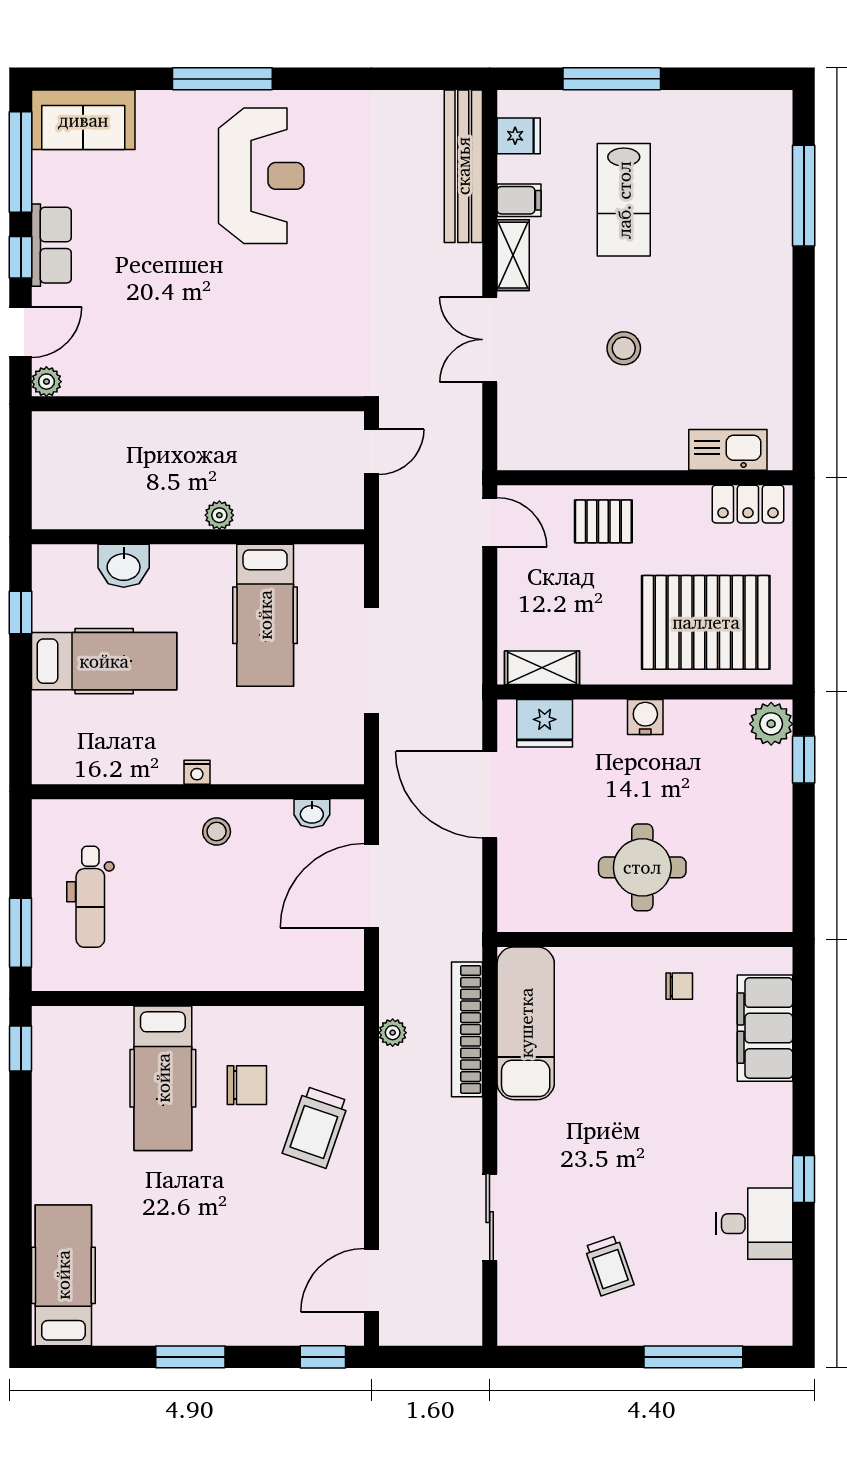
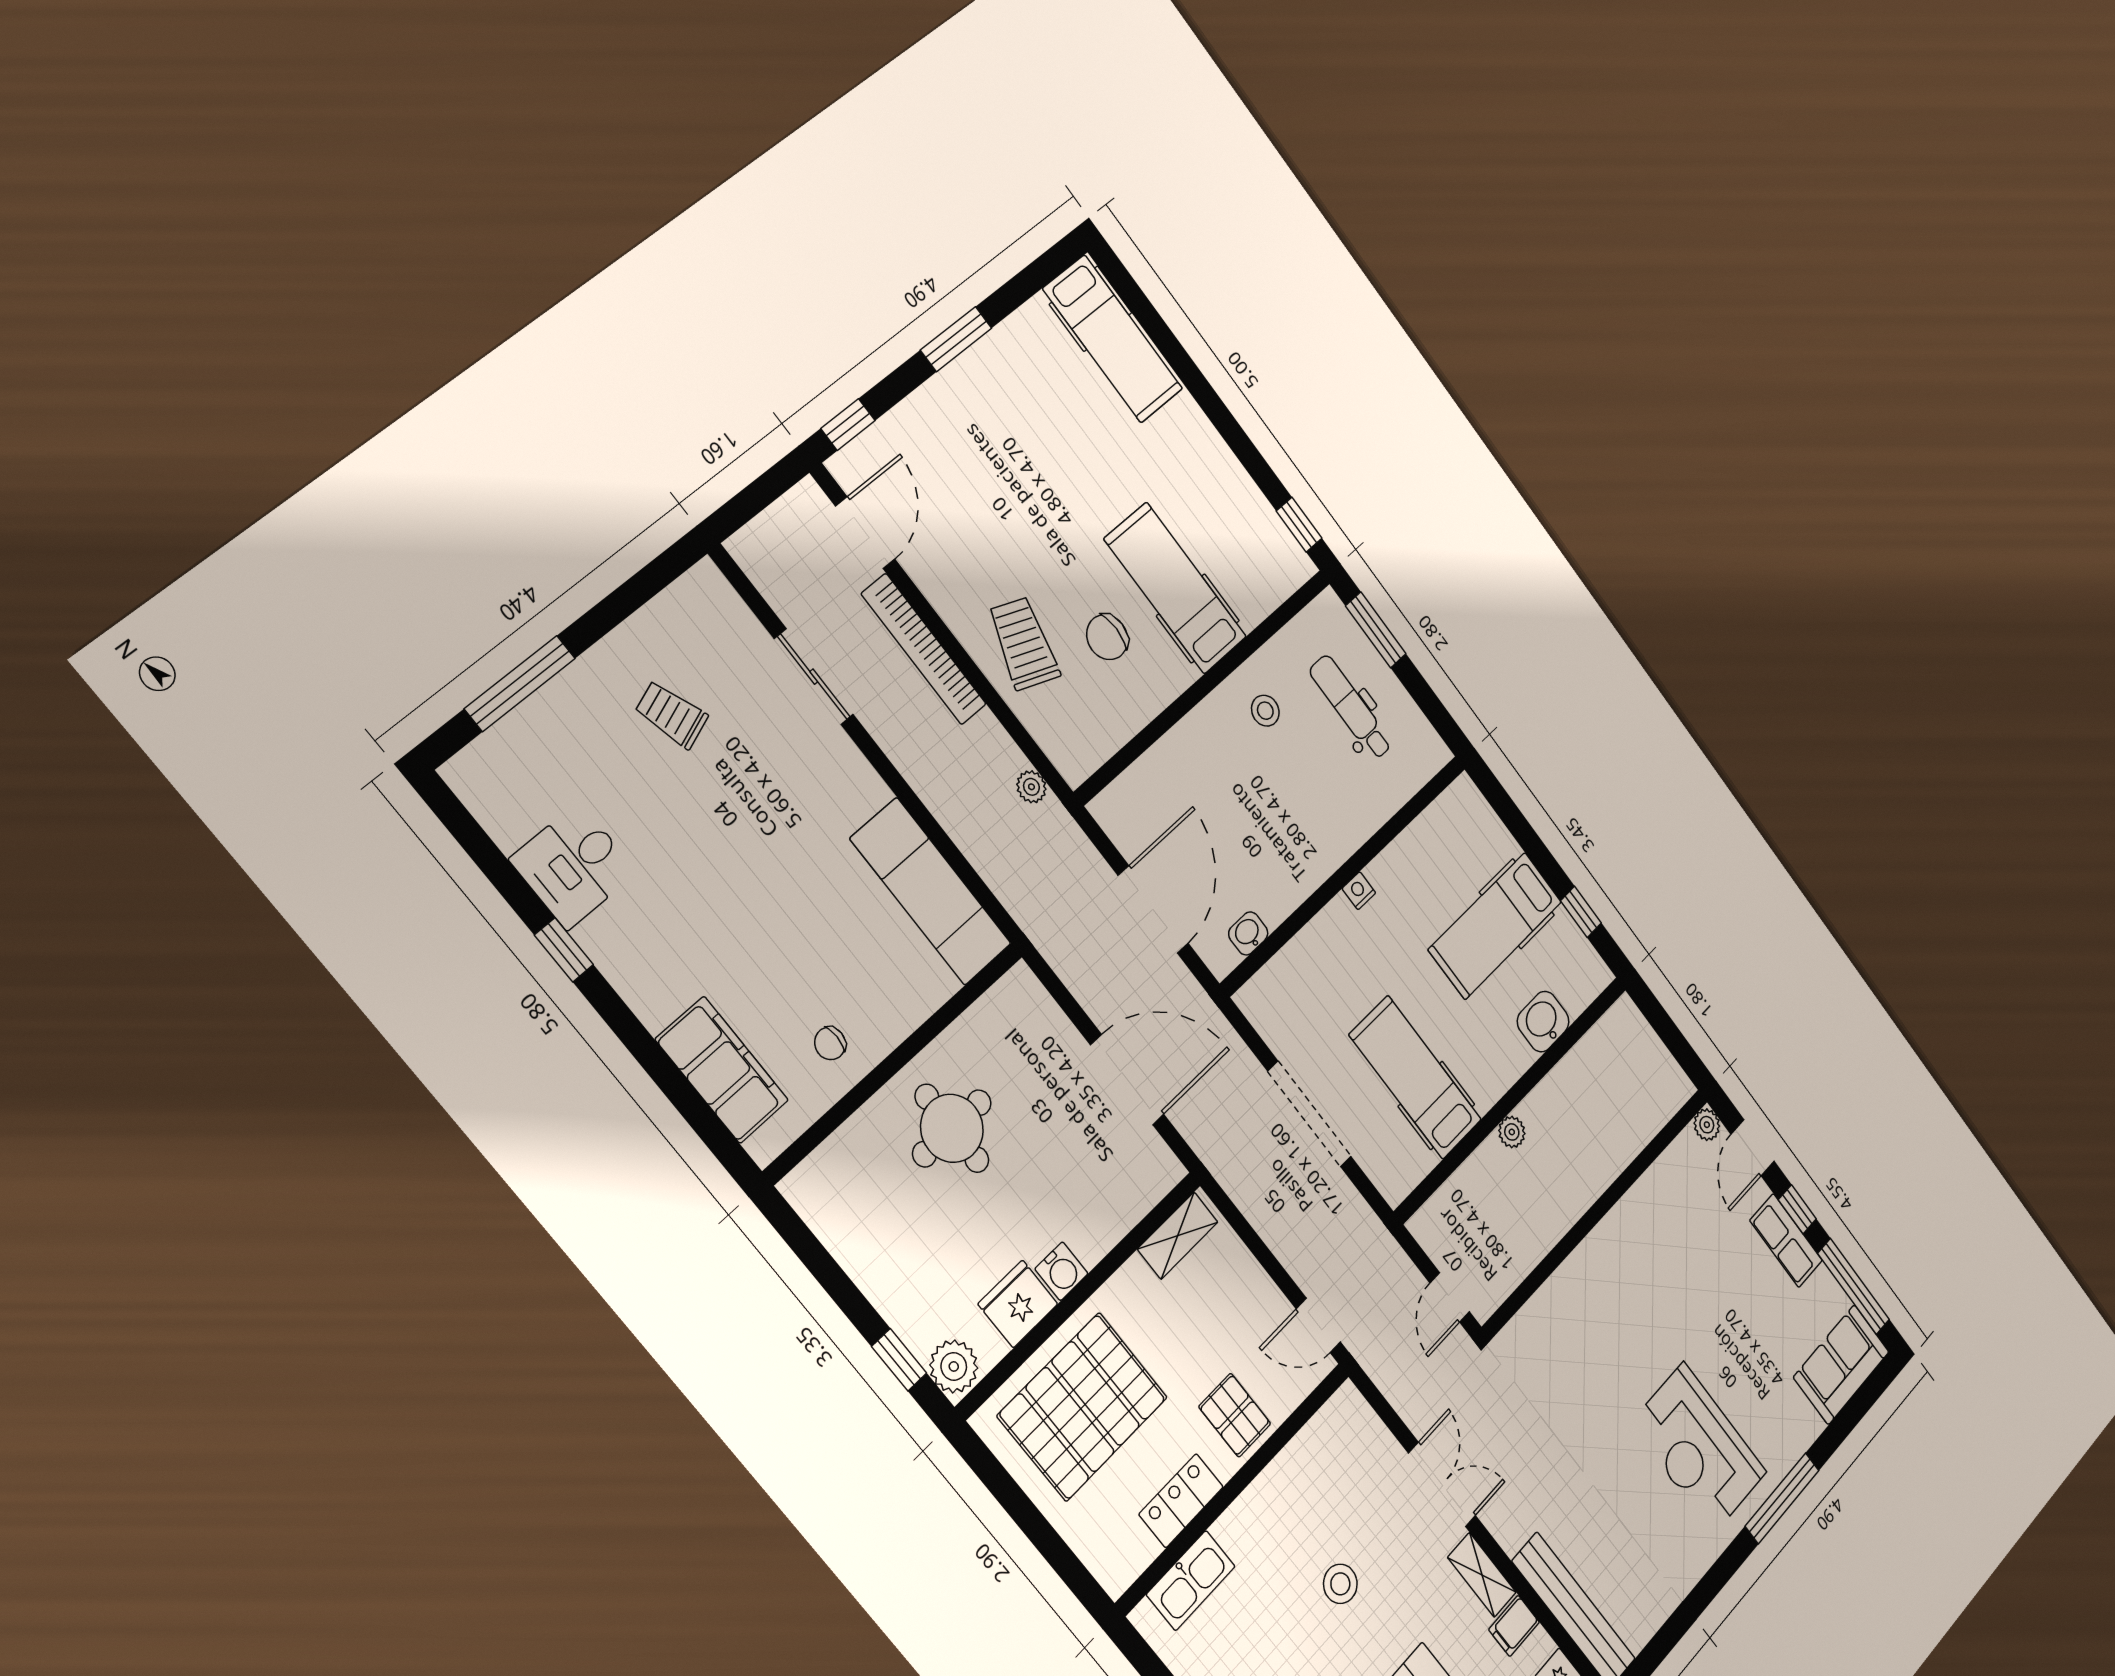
locker: (748, 504) -> (1181, 1501), moved
pallet: (603, 521) -> (1235, 1415), turned 90
fridge: (545, 723) -> (1018, 1304), moved
stool: (217, 831) -> (1265, 711), moved
bookcase: (467, 1029) -> (924, 649), moved, turned 180

